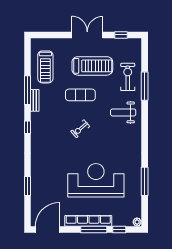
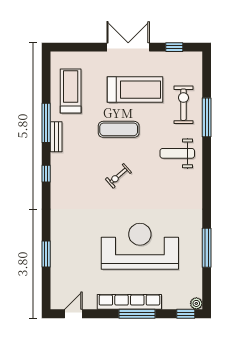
treadmill: (45, 67) -> (71, 91), turned 180
door: (47, 230) -> (73, 314), width x0.53
window: (119, 230) -> (186, 314), moved

